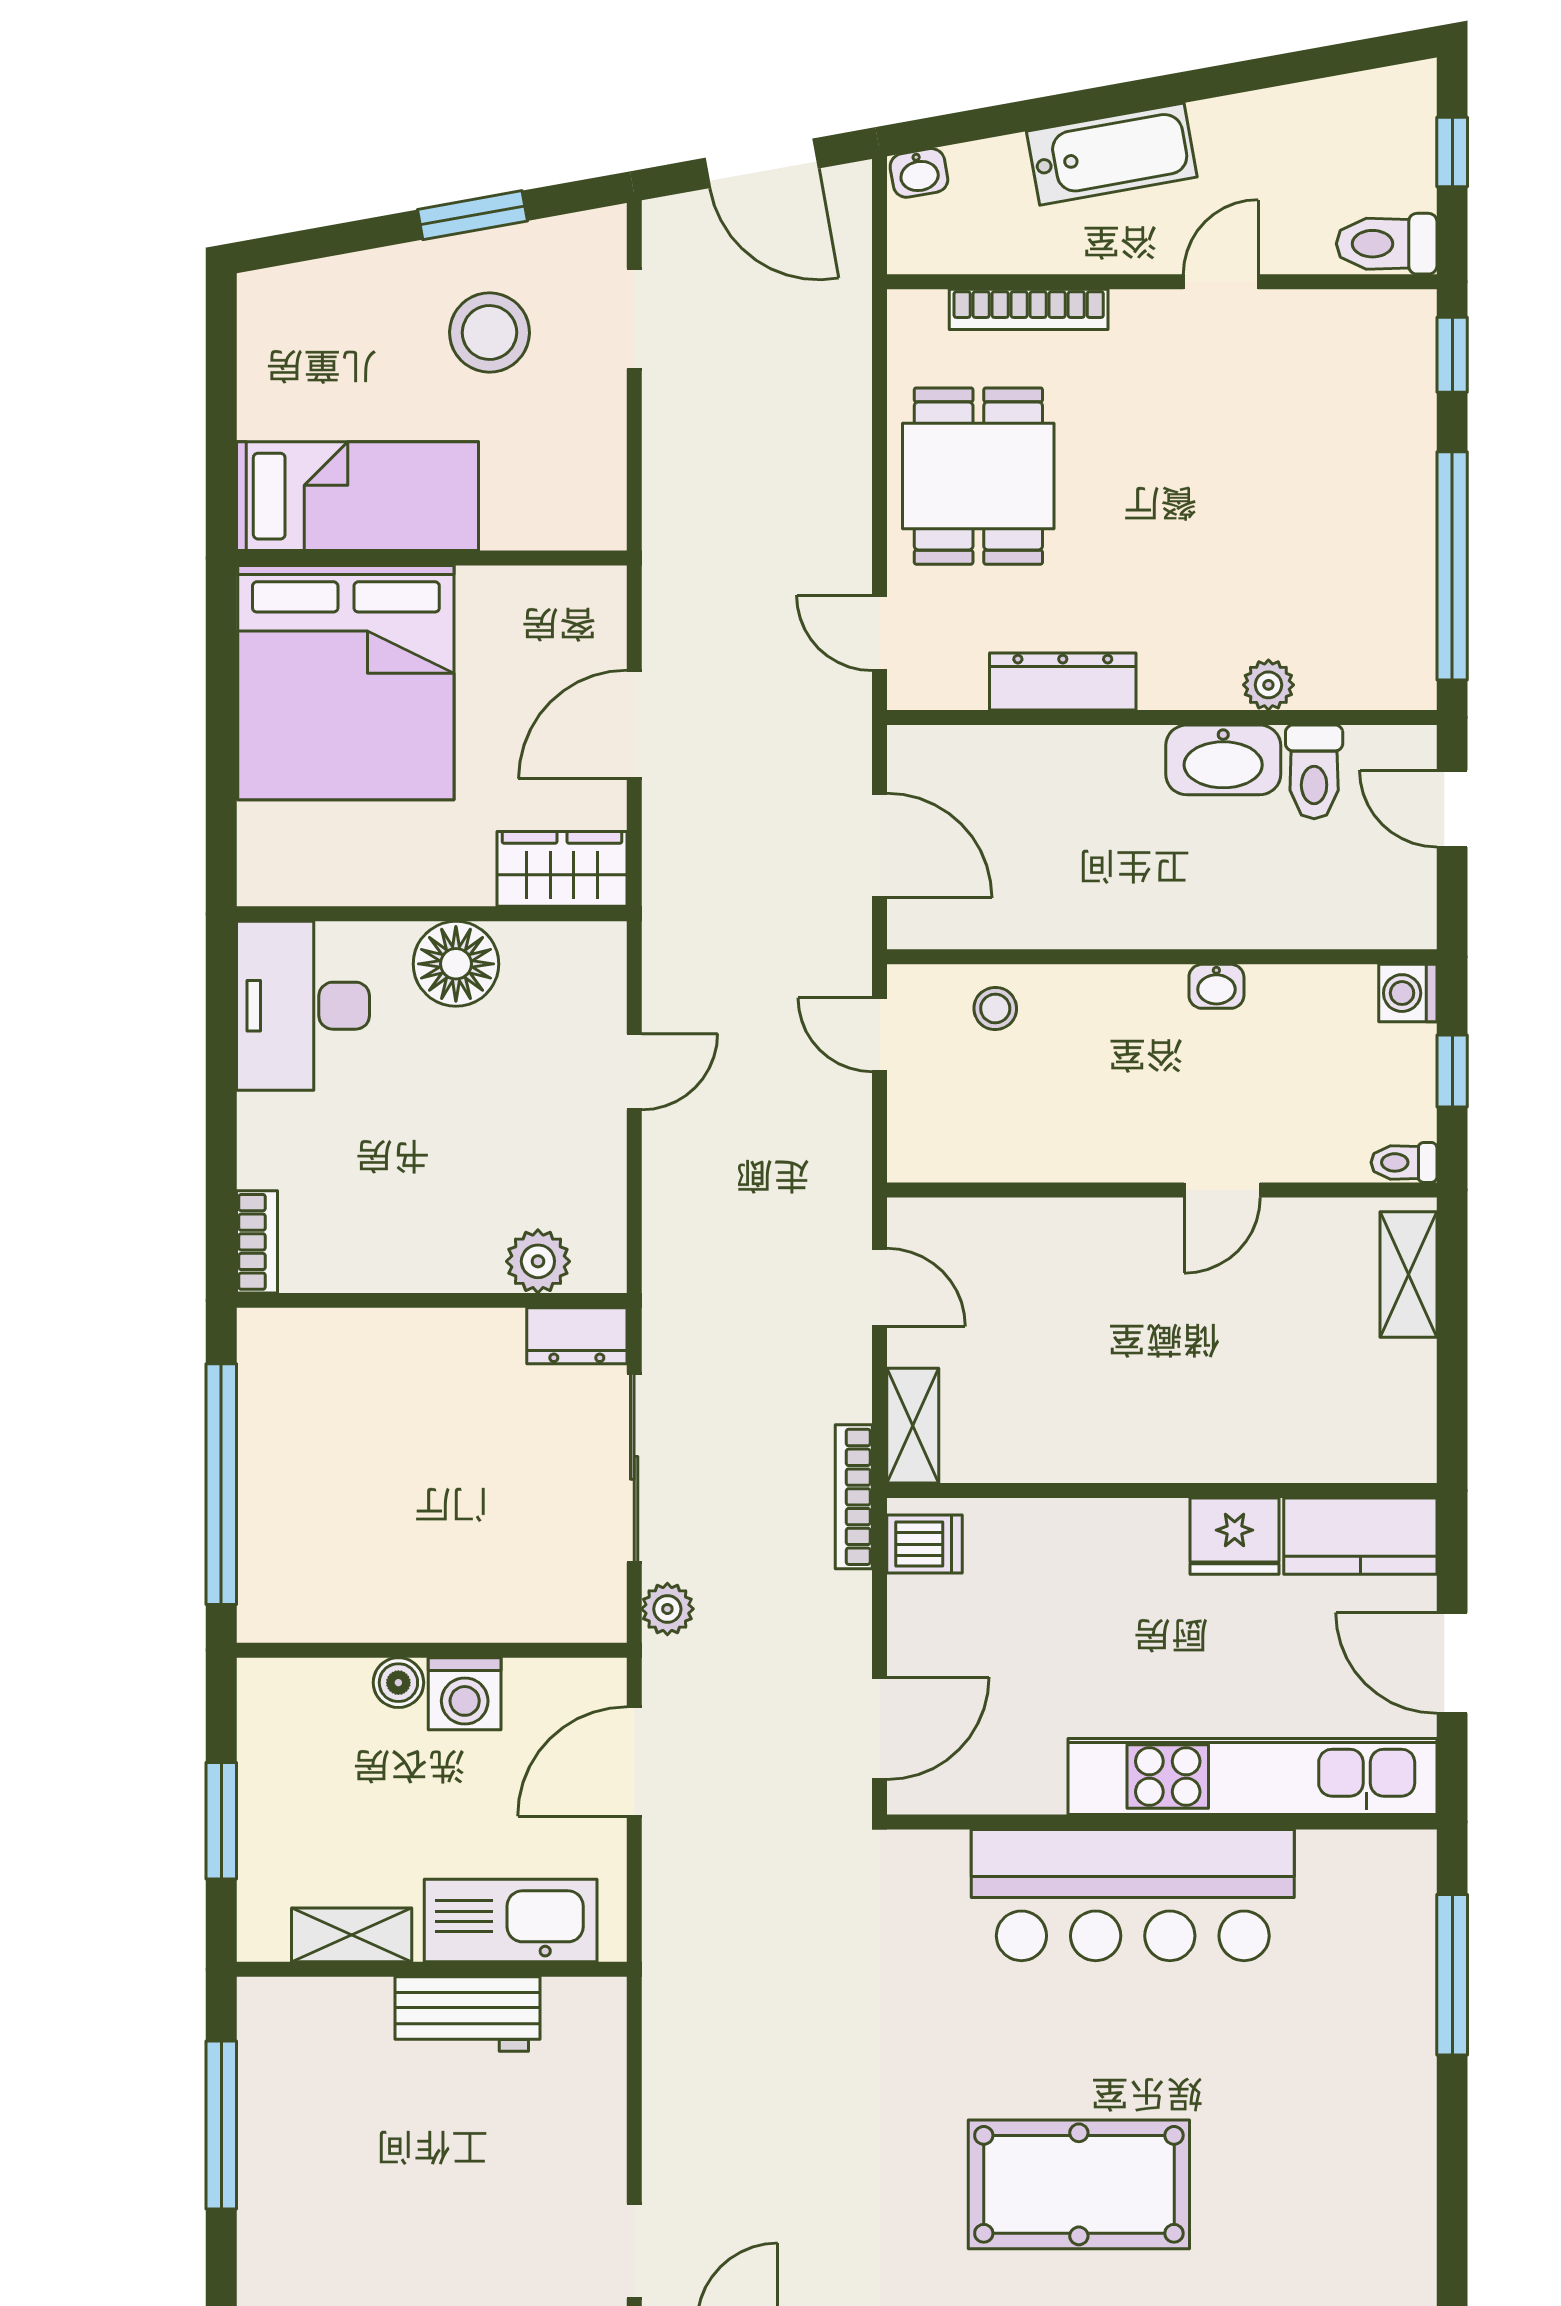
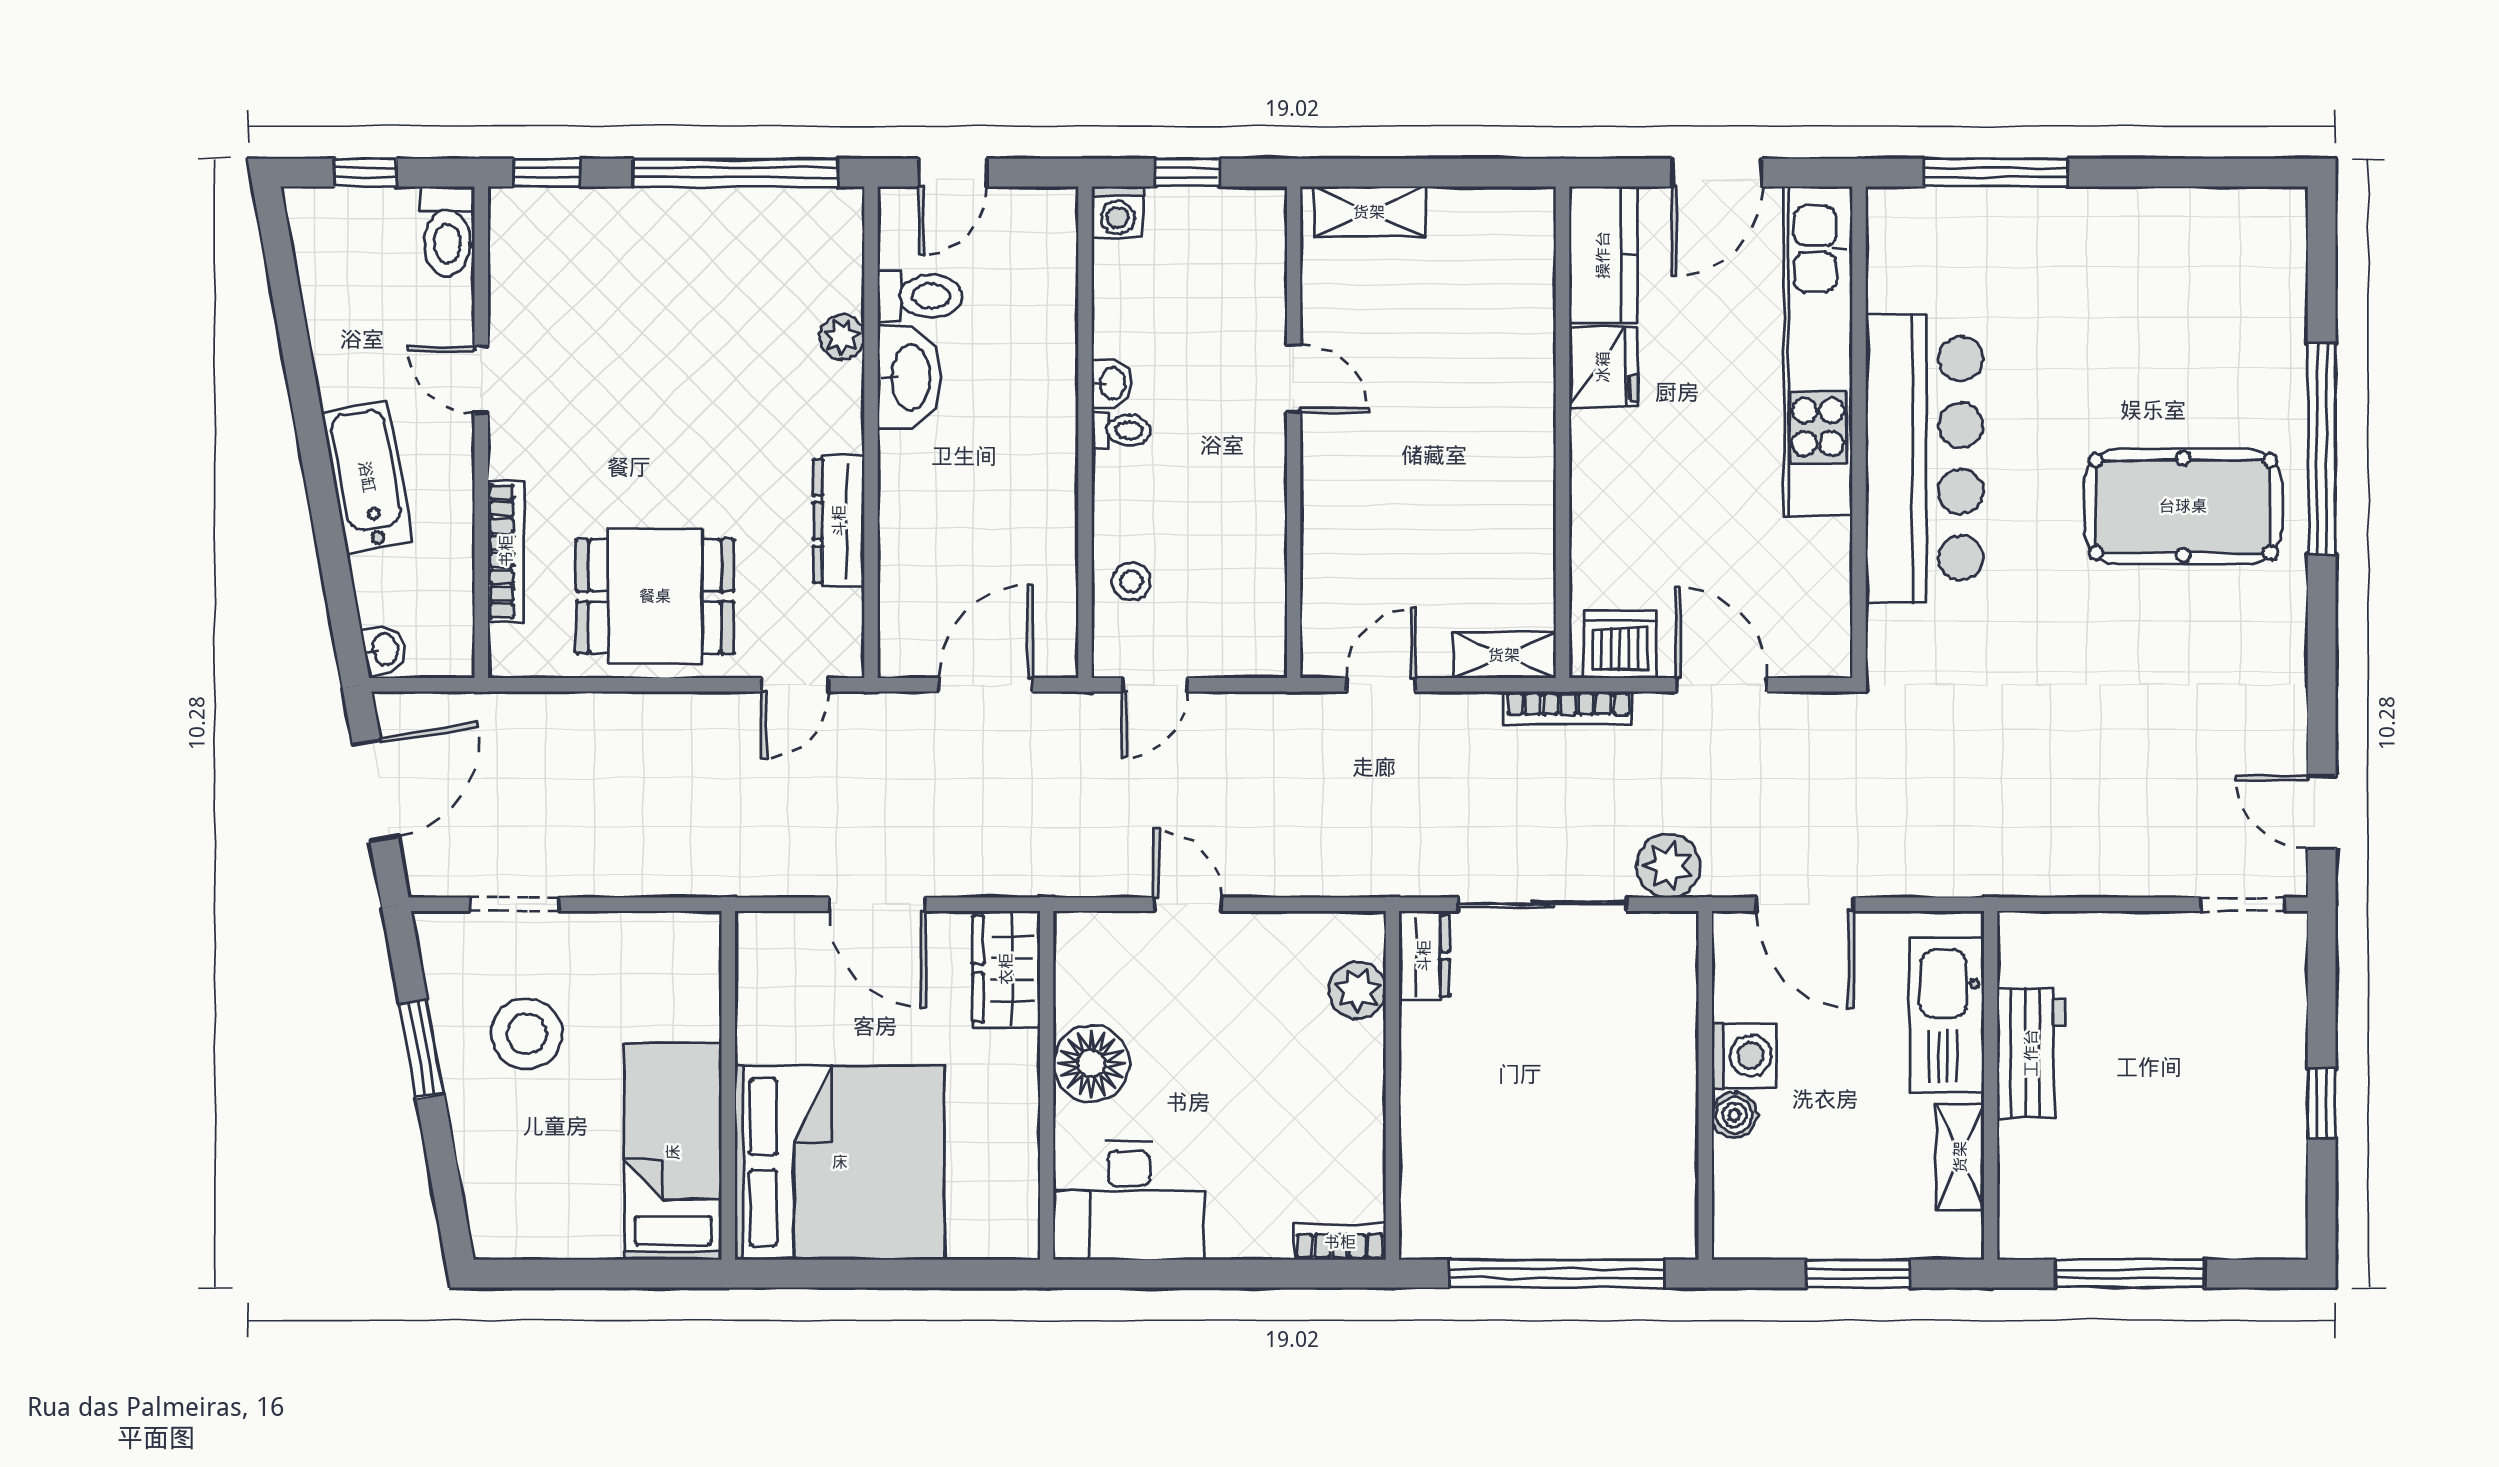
toilet: (1404, 1162) -> (1121, 430), moved, turned -90
dishwasher: (925, 1544) -> (1620, 645), width x1.38
plant: (667, 1609) -> (1668, 866), width x1.38, depth x1.38
door: (880, 1728) -> (1722, 685), moved
pool table: (1079, 2184) -> (2183, 506), turned 90

